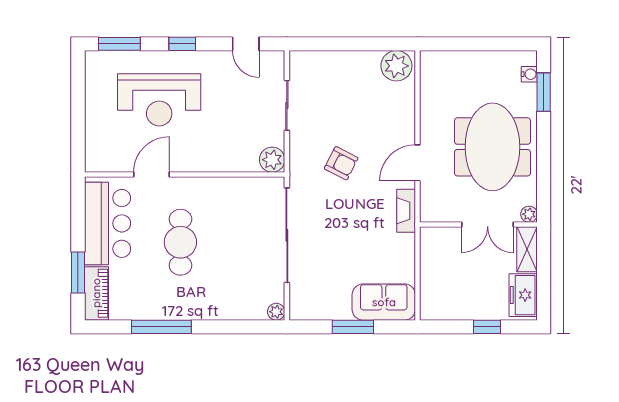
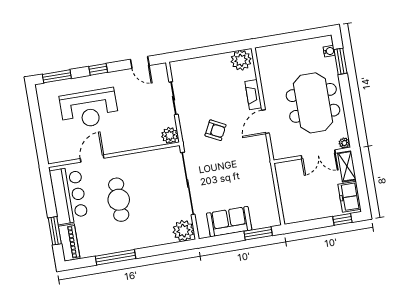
fireplace: (406, 211) -> (253, 95), moved
sofa: (384, 302) -> (229, 222), moved
plant: (276, 312) -> (183, 231), width x1.88, depth x1.88
window: (353, 327) -> (258, 233), moved
window: (487, 327) -> (342, 219), moved

